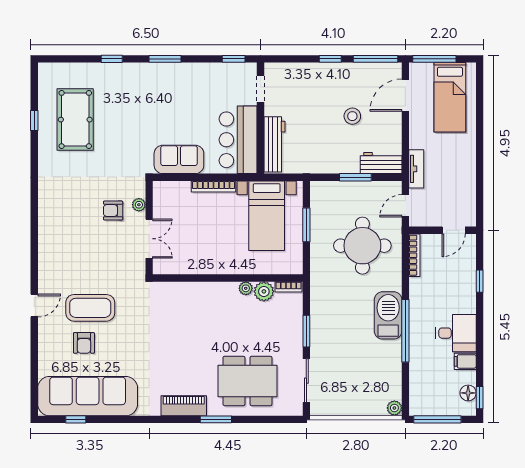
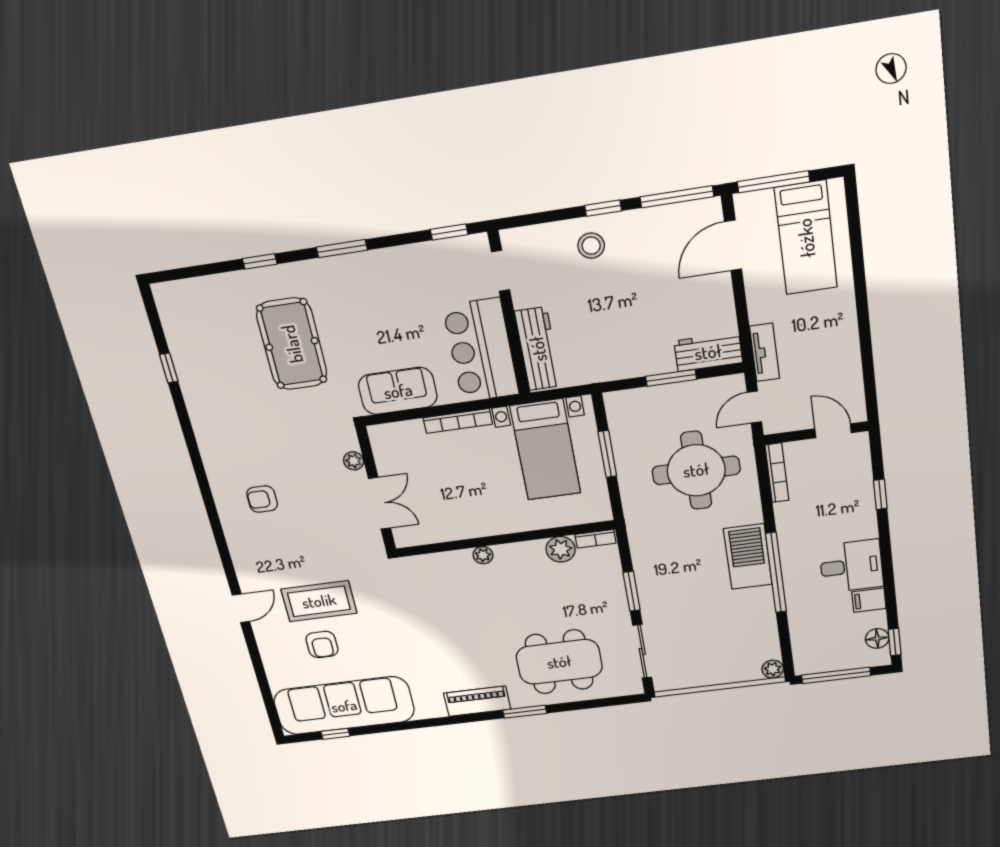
stool: (352, 116) -> (591, 246), moved
pool table: (75, 120) -> (292, 344), moved
armchair: (113, 210) -> (262, 499), moved
door: (454, 230) -> (833, 431), swing flipped
plant: (246, 288) -> (483, 555), moved

